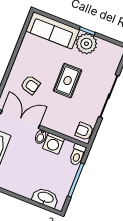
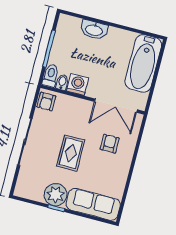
armchair: (30, 85) -> (110, 144), turned 76
armchair: (84, 131) -> (46, 102), turned 90
bidet: (41, 137) -> (62, 82), moved
washbasin: (45, 198) -> (94, 30), moved

